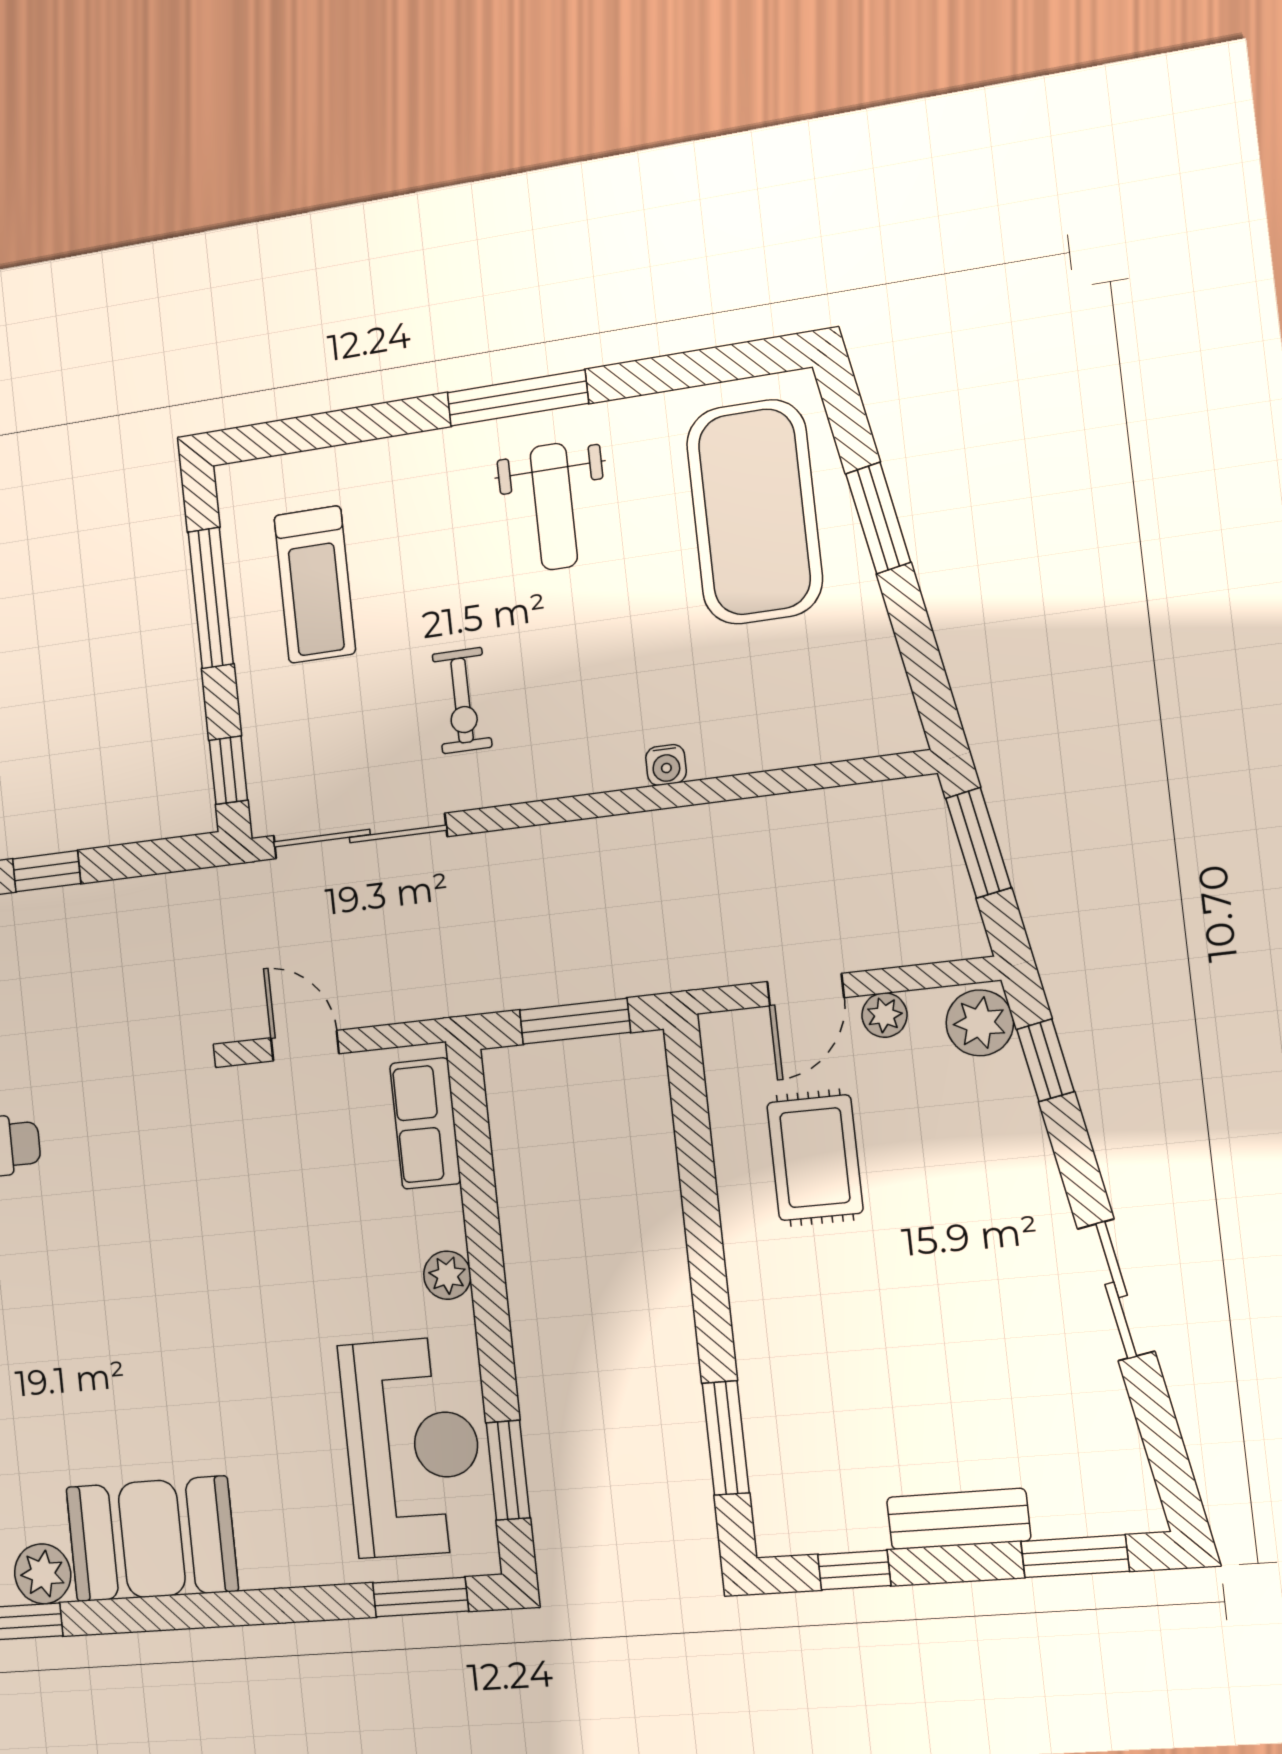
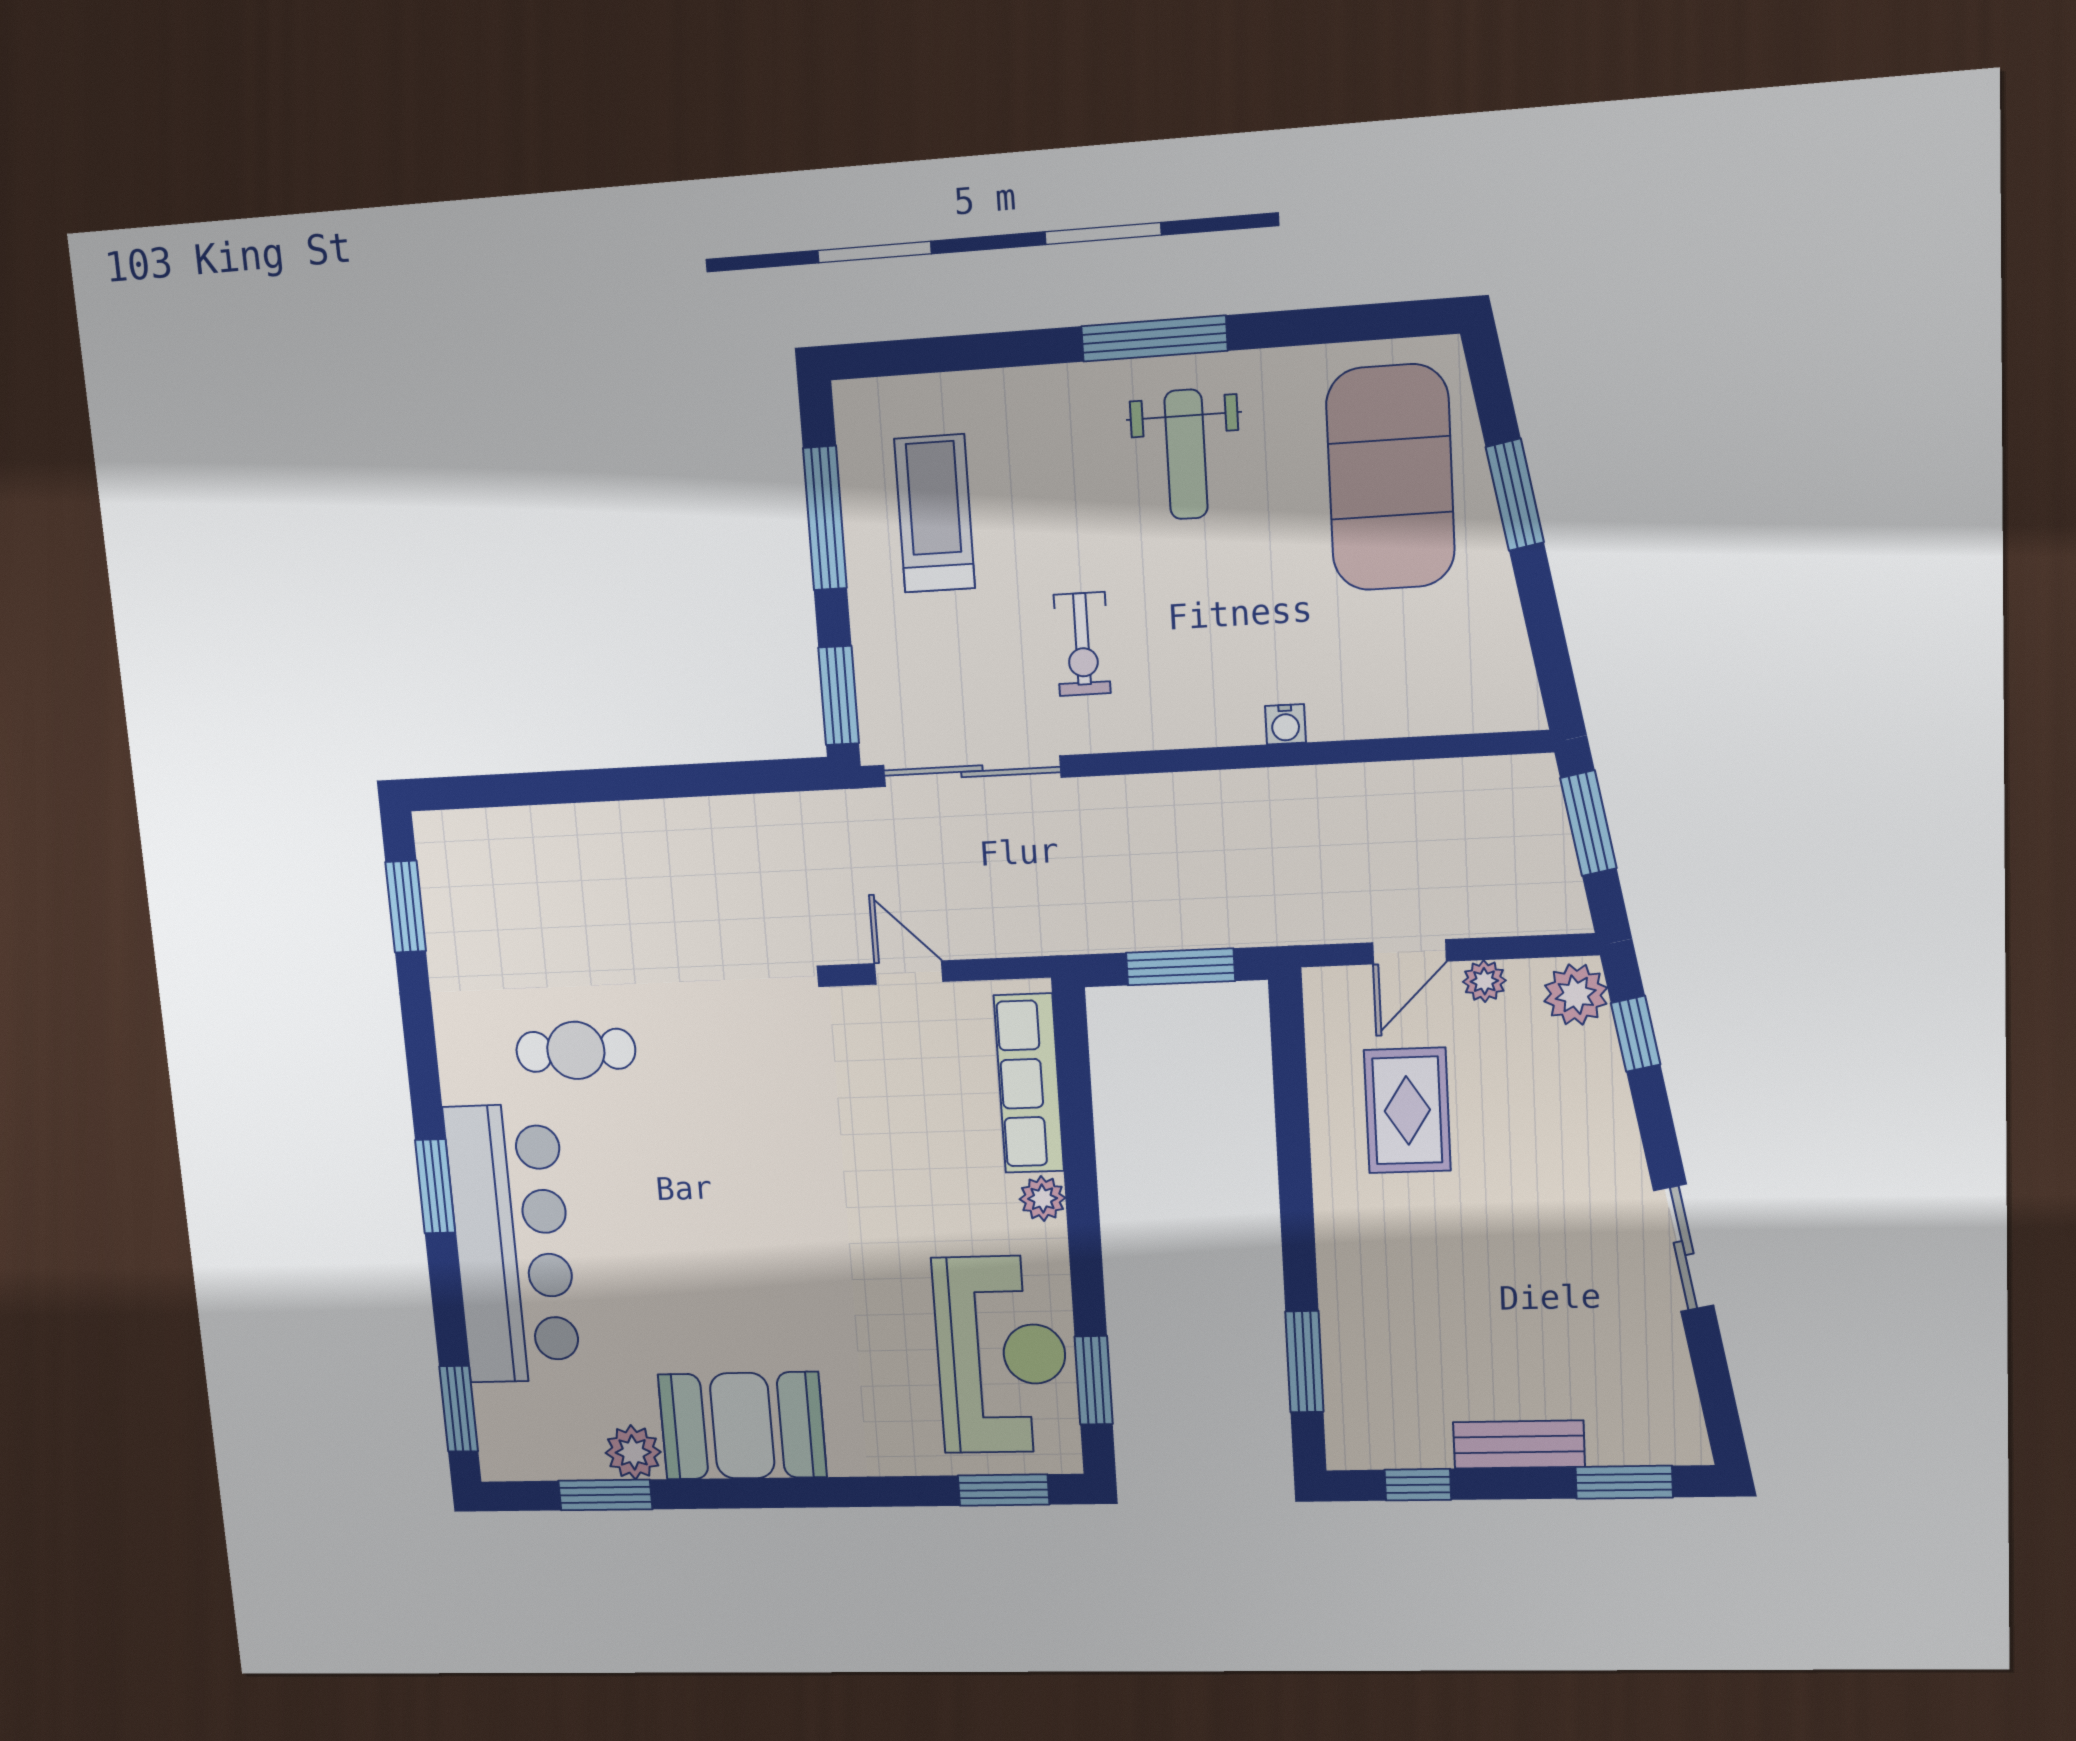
treadmill: (315, 584) -> (935, 513), turned 180
window: (228, 770) -> (839, 695), width x1.50
window: (47, 871) -> (647, 783), removed
row of seats: (425, 1123) -> (1029, 1083), width x1.48

